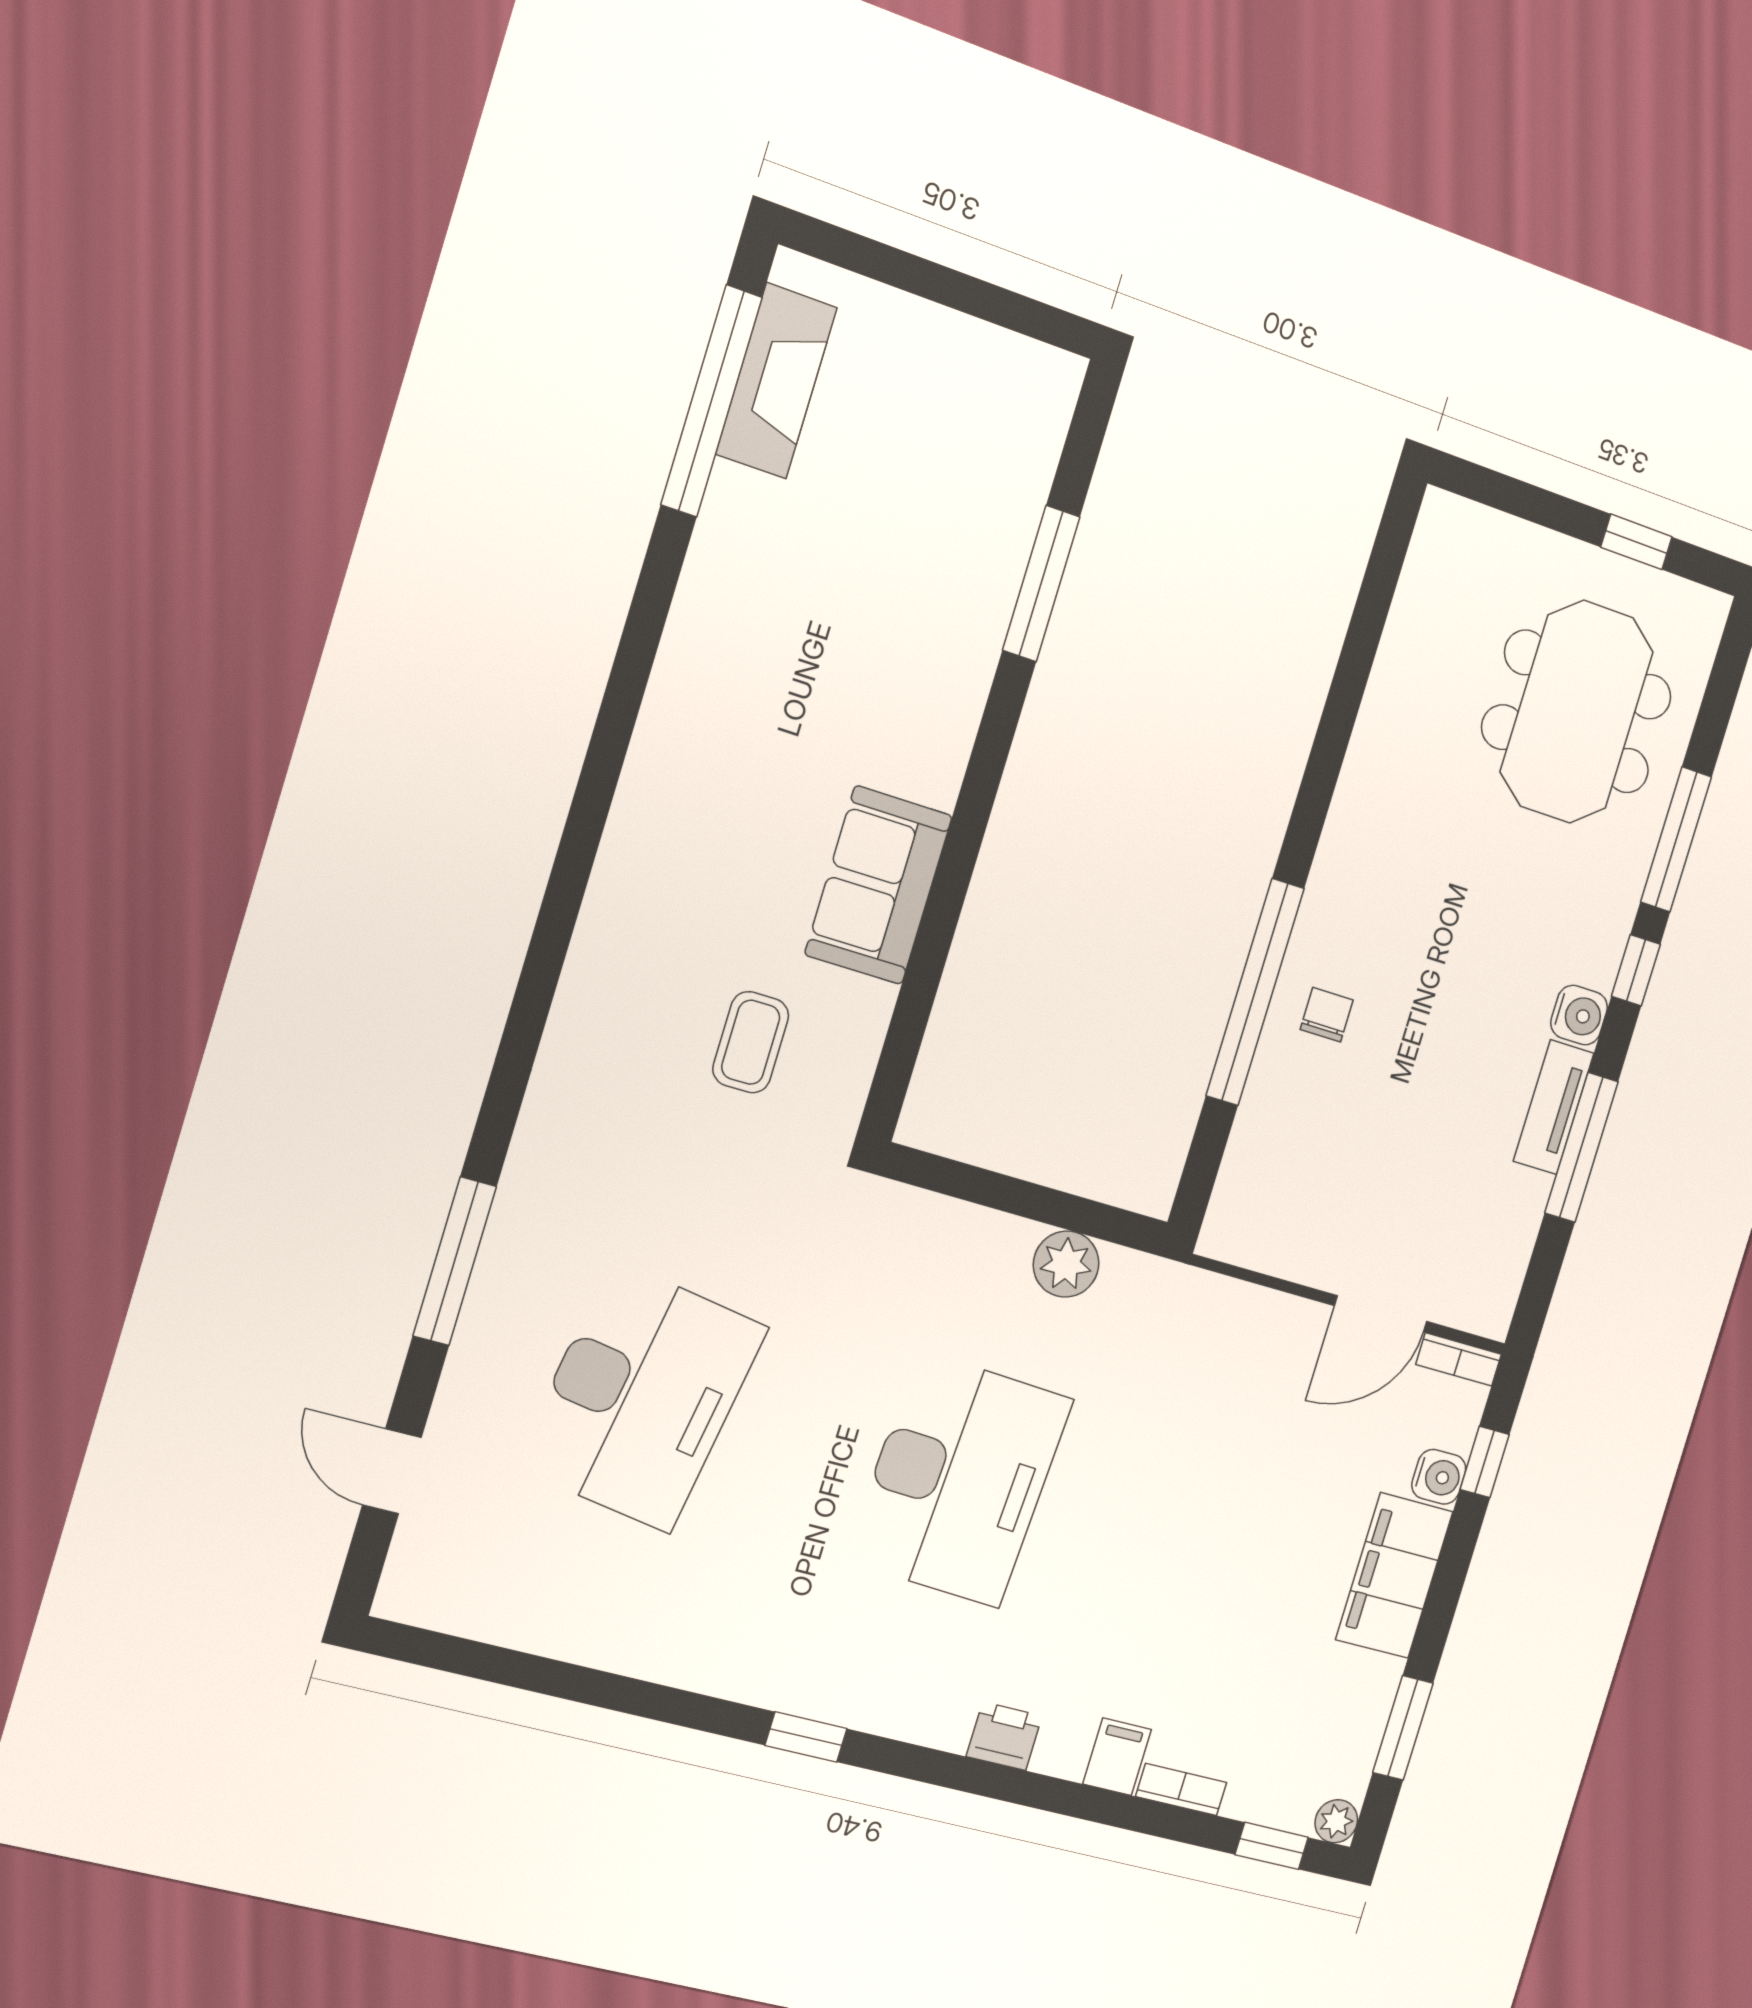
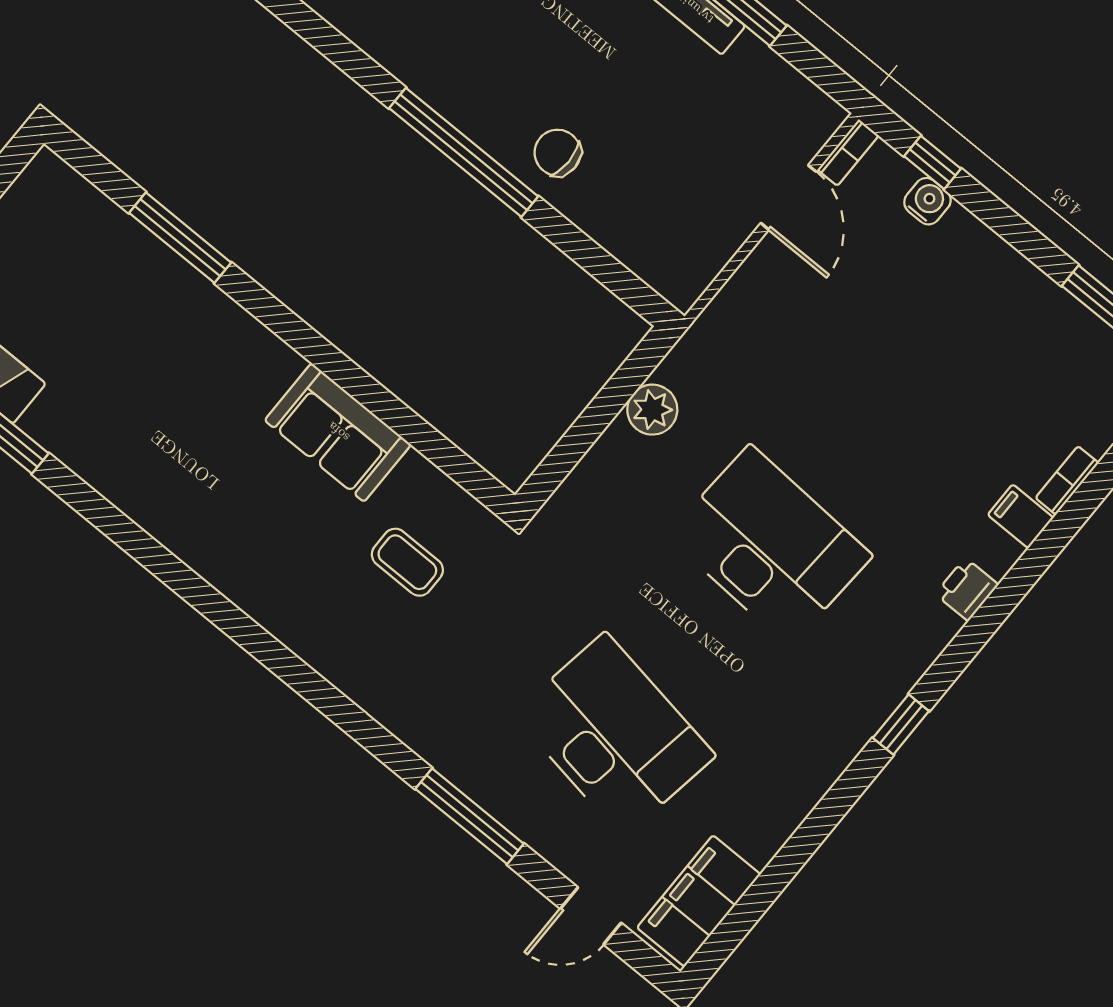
window: (1255, 992) -> (464, 152), moved
chair: (1327, 1015) -> (558, 153), width x1.37, depth x1.37
filing cabinet: (1394, 1576) -> (699, 901), moved, turned 90

